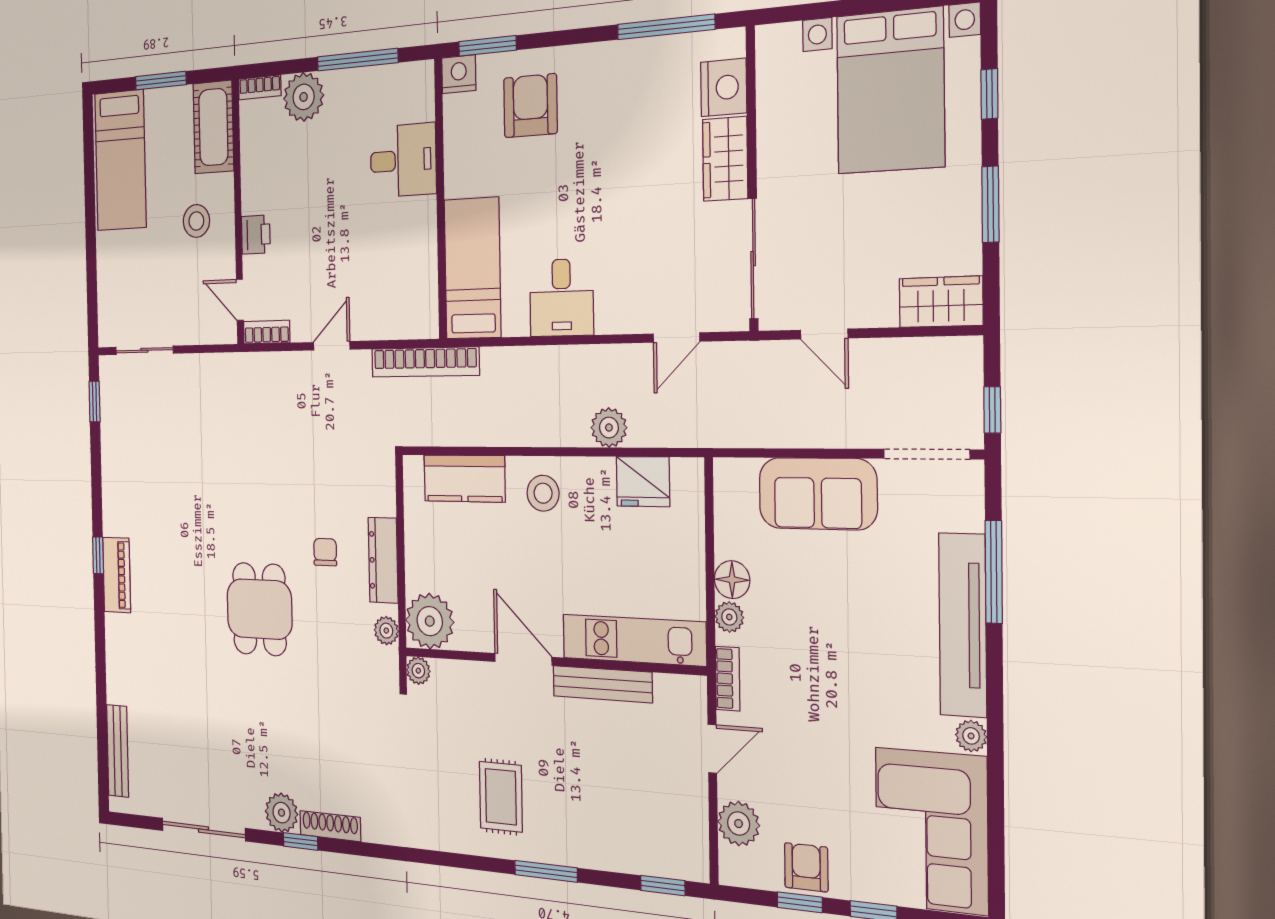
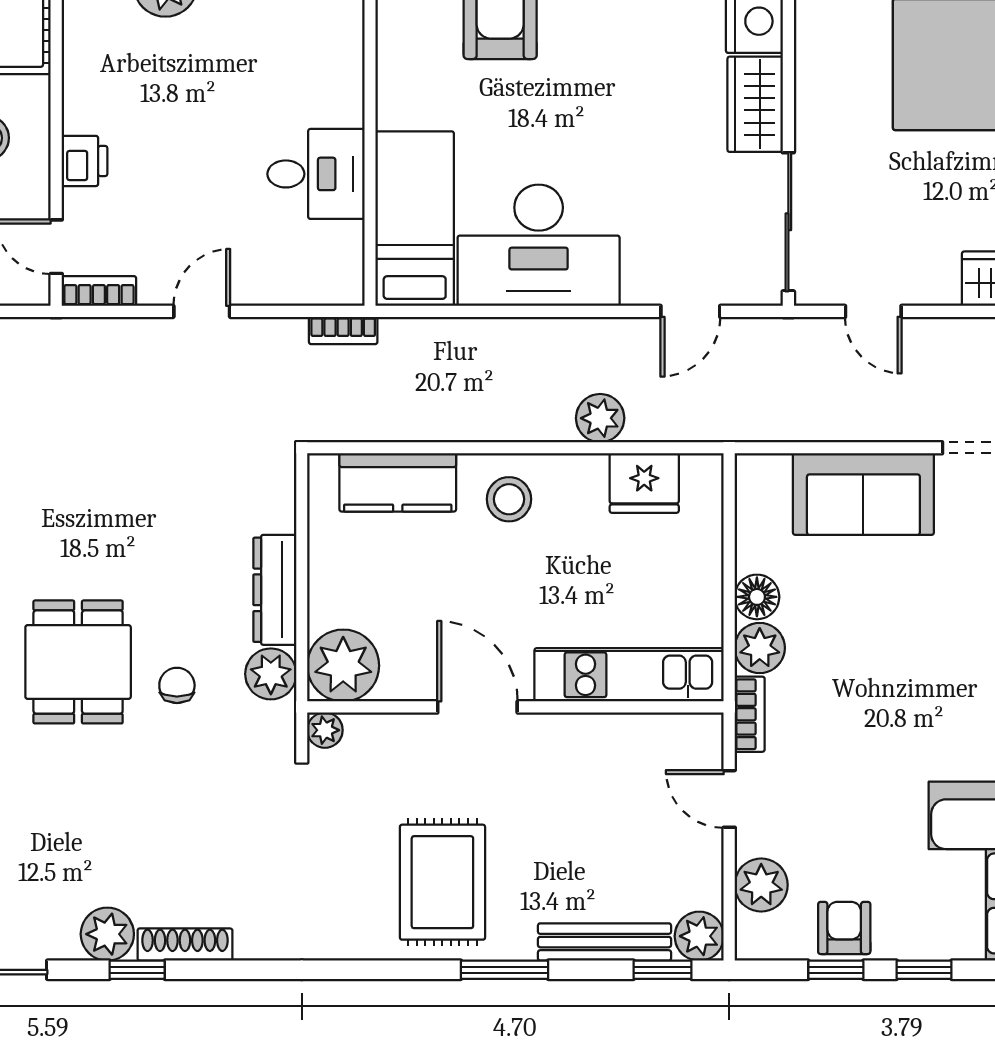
desk: (403, 160) -> (316, 174), moved
desk: (561, 298) -> (539, 245), width x1.87, depth x1.30
bookcase: (425, 362) -> (343, 330), width x0.43, depth x0.76
chair: (325, 552) -> (177, 685), moved
plant: (729, 617) -> (760, 648), width x1.38, depth x1.38
plant: (386, 631) -> (271, 674), width x1.38, depth x1.38
bench: (602, 684) -> (605, 942), moved
door: (712, 749) -> (729, 799), swing flipped
rug: (501, 797) -> (442, 882), width x1.36, depth x1.43
plant: (691, 861) -> (699, 936), added

